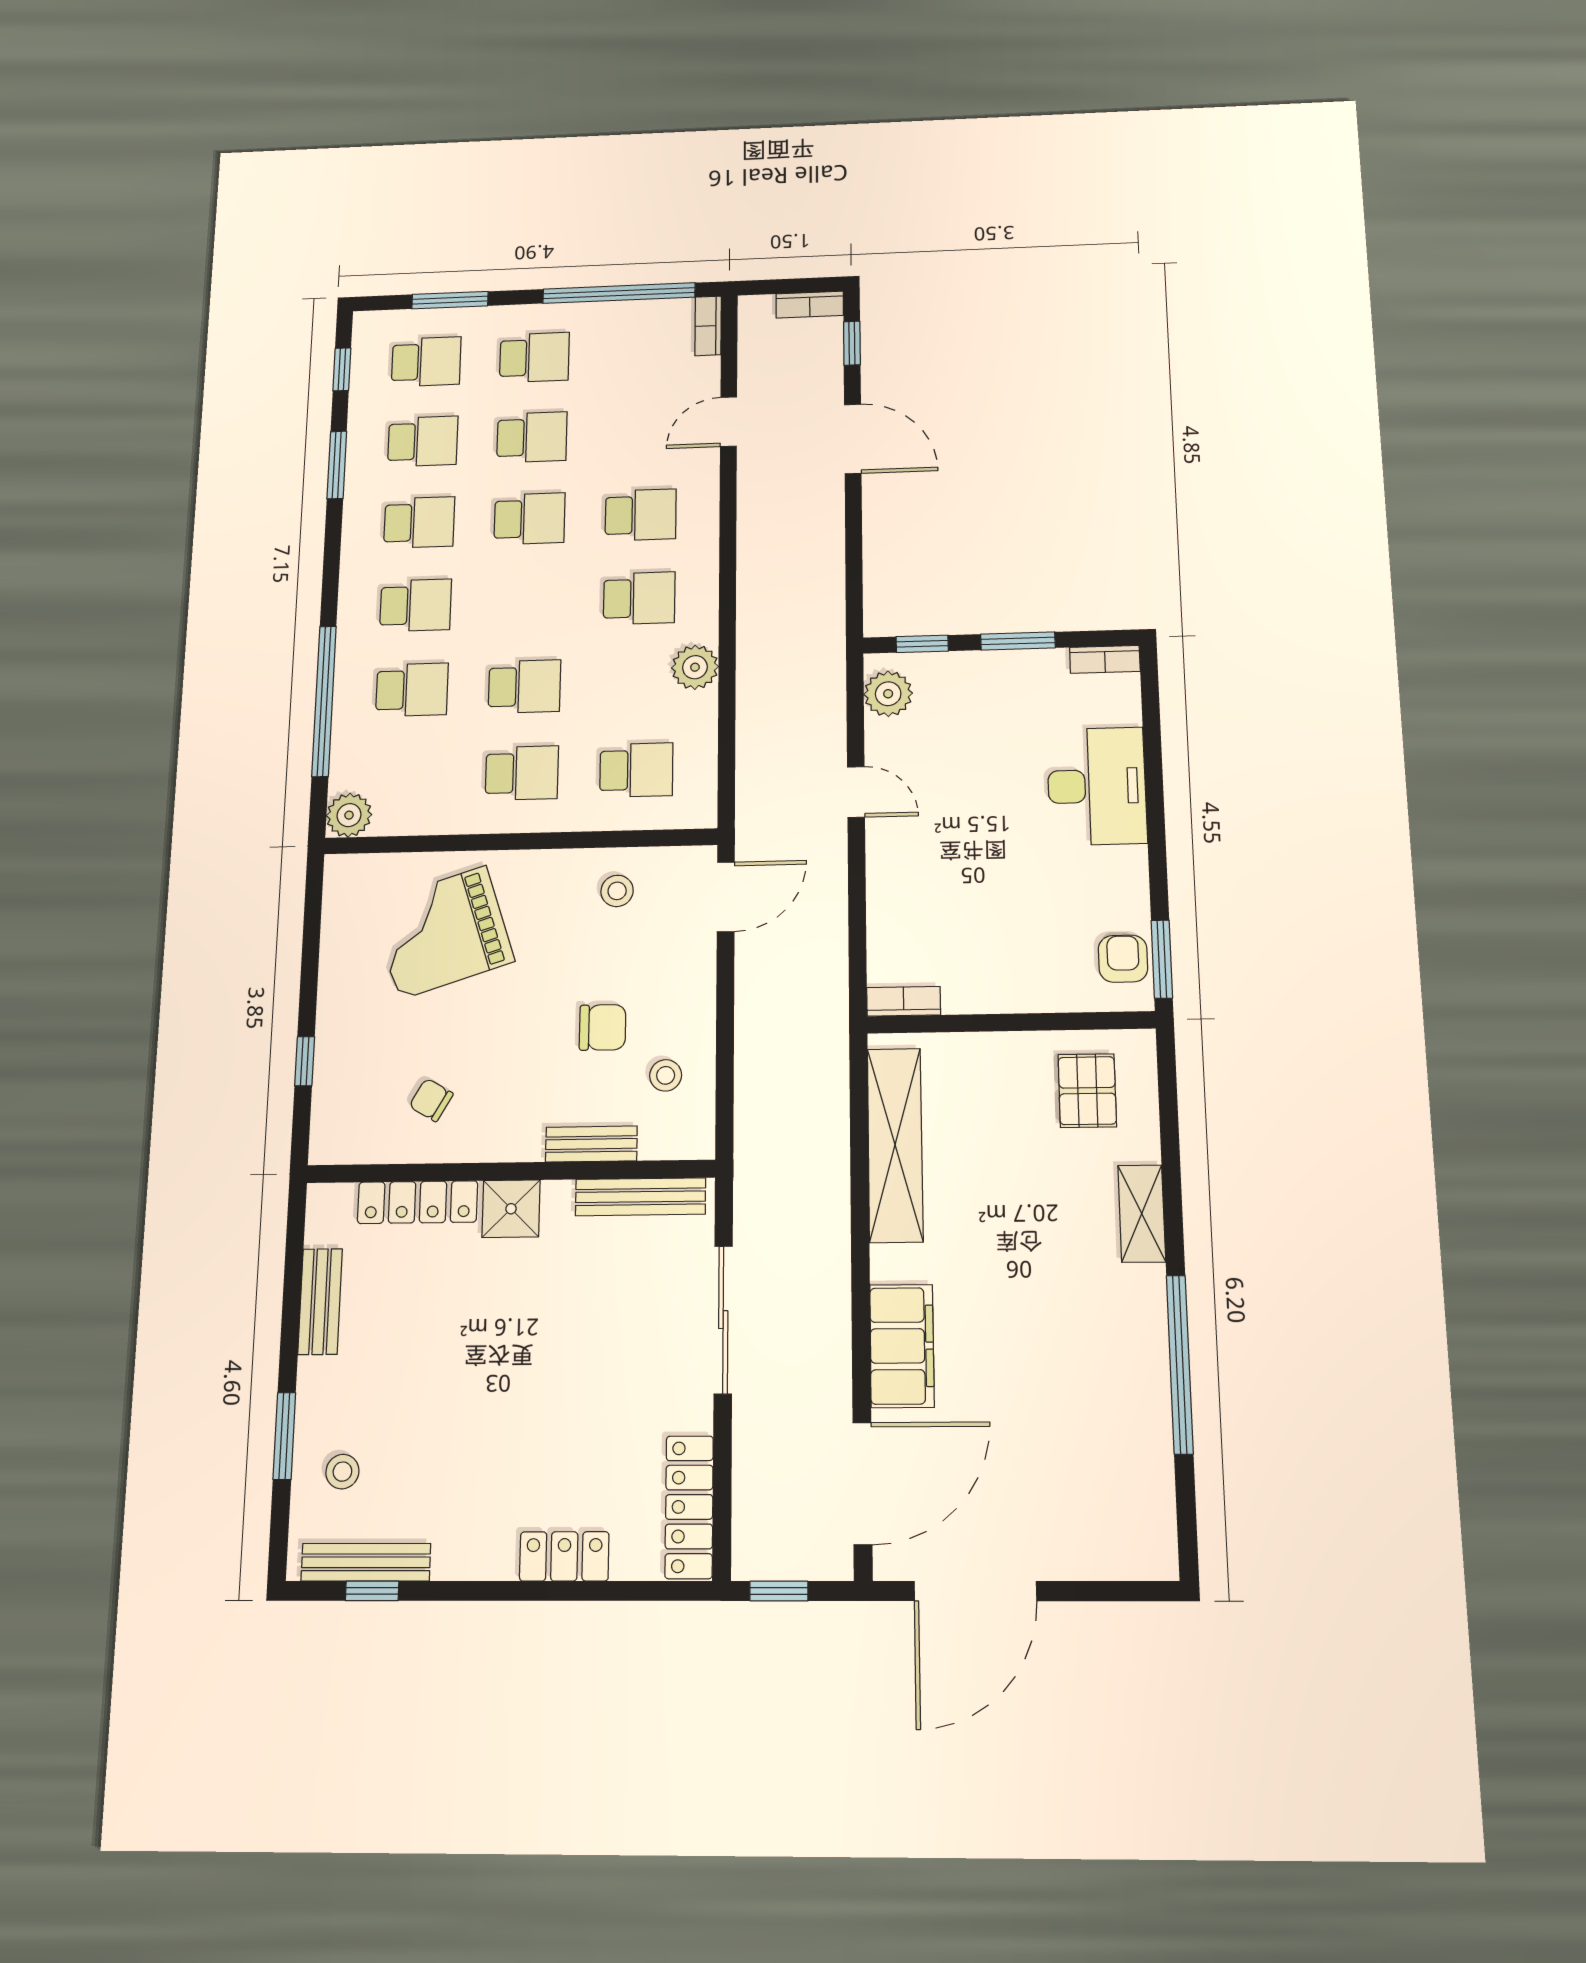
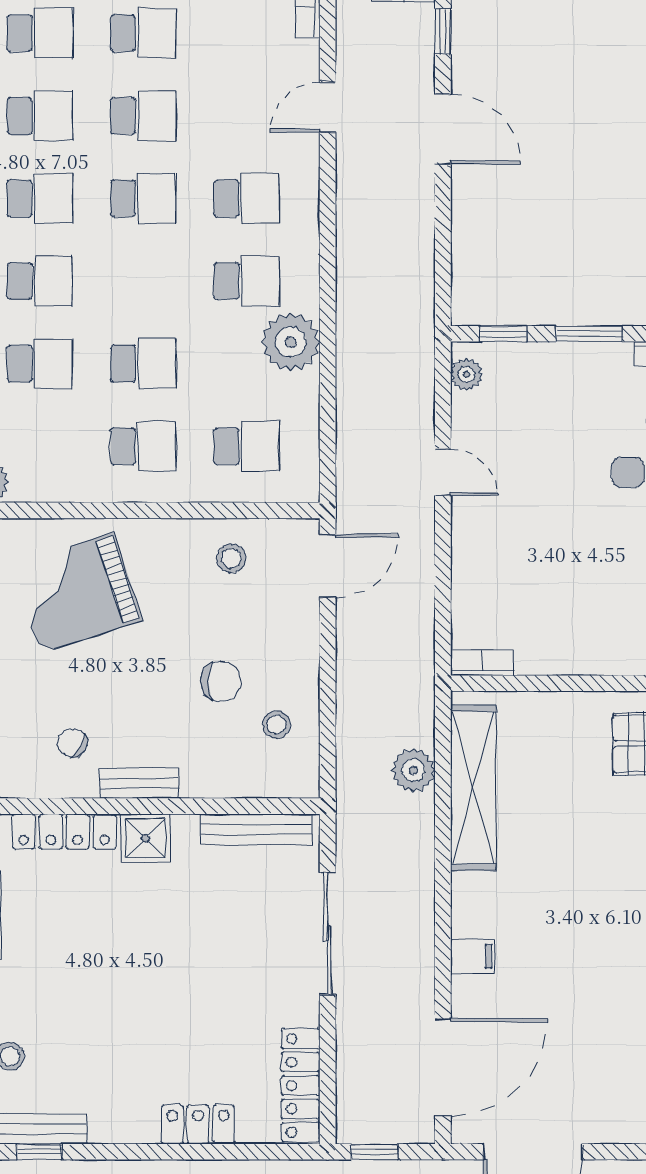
plant: (695, 667) -> (291, 342), width x1.36, depth x1.36
plant: (888, 694) -> (466, 375), width x0.73, depth x0.73
plant: (825, 1125) -> (413, 770), added
bench: (591, 1144) -> (139, 783), moved
filing cabinet: (902, 1346) -> (473, 956), width x0.33, depth x0.86

